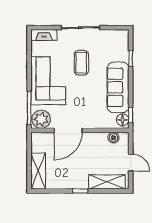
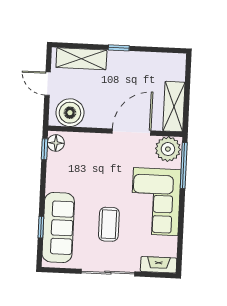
sofa: (118, 87) -> (58, 228), moved
boiler: (113, 138) -> (70, 113), width x1.86, depth x1.86
shelving: (38, 171) -> (174, 107), moved

